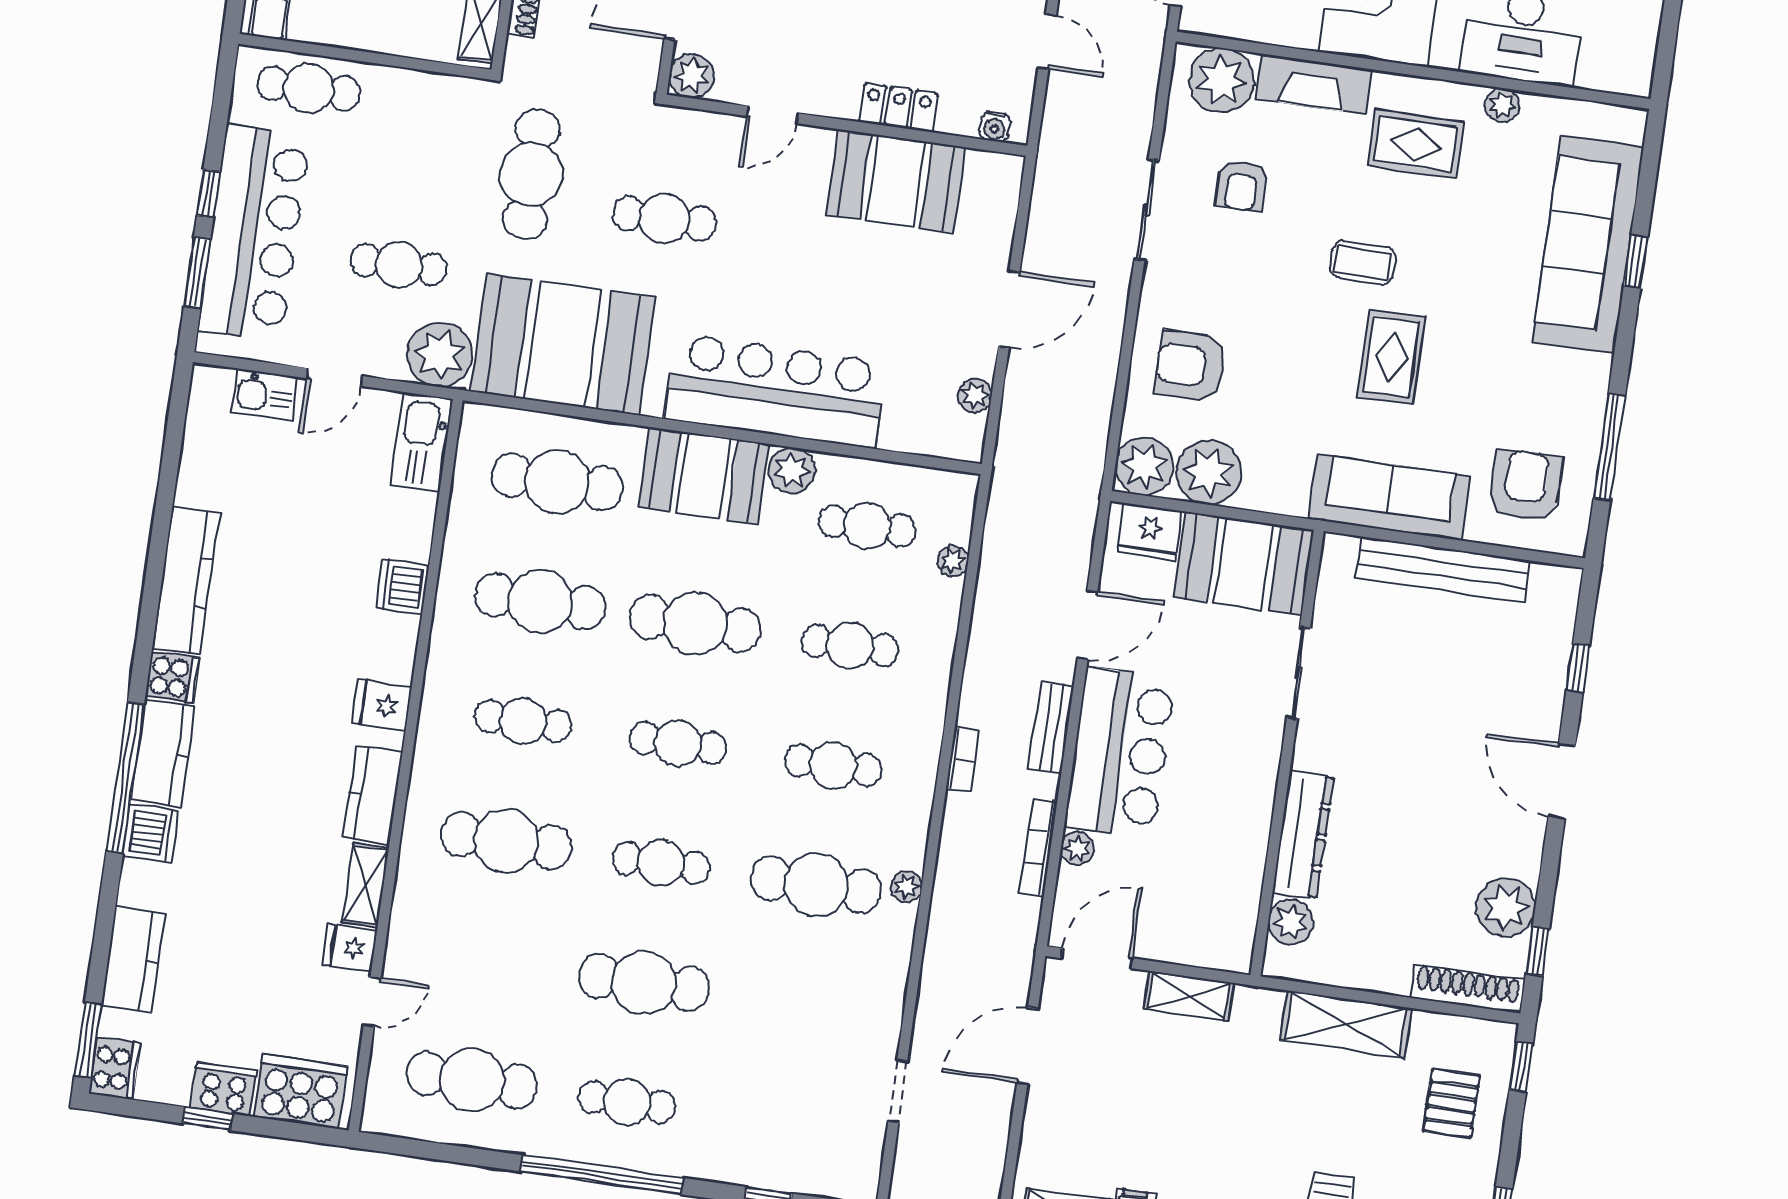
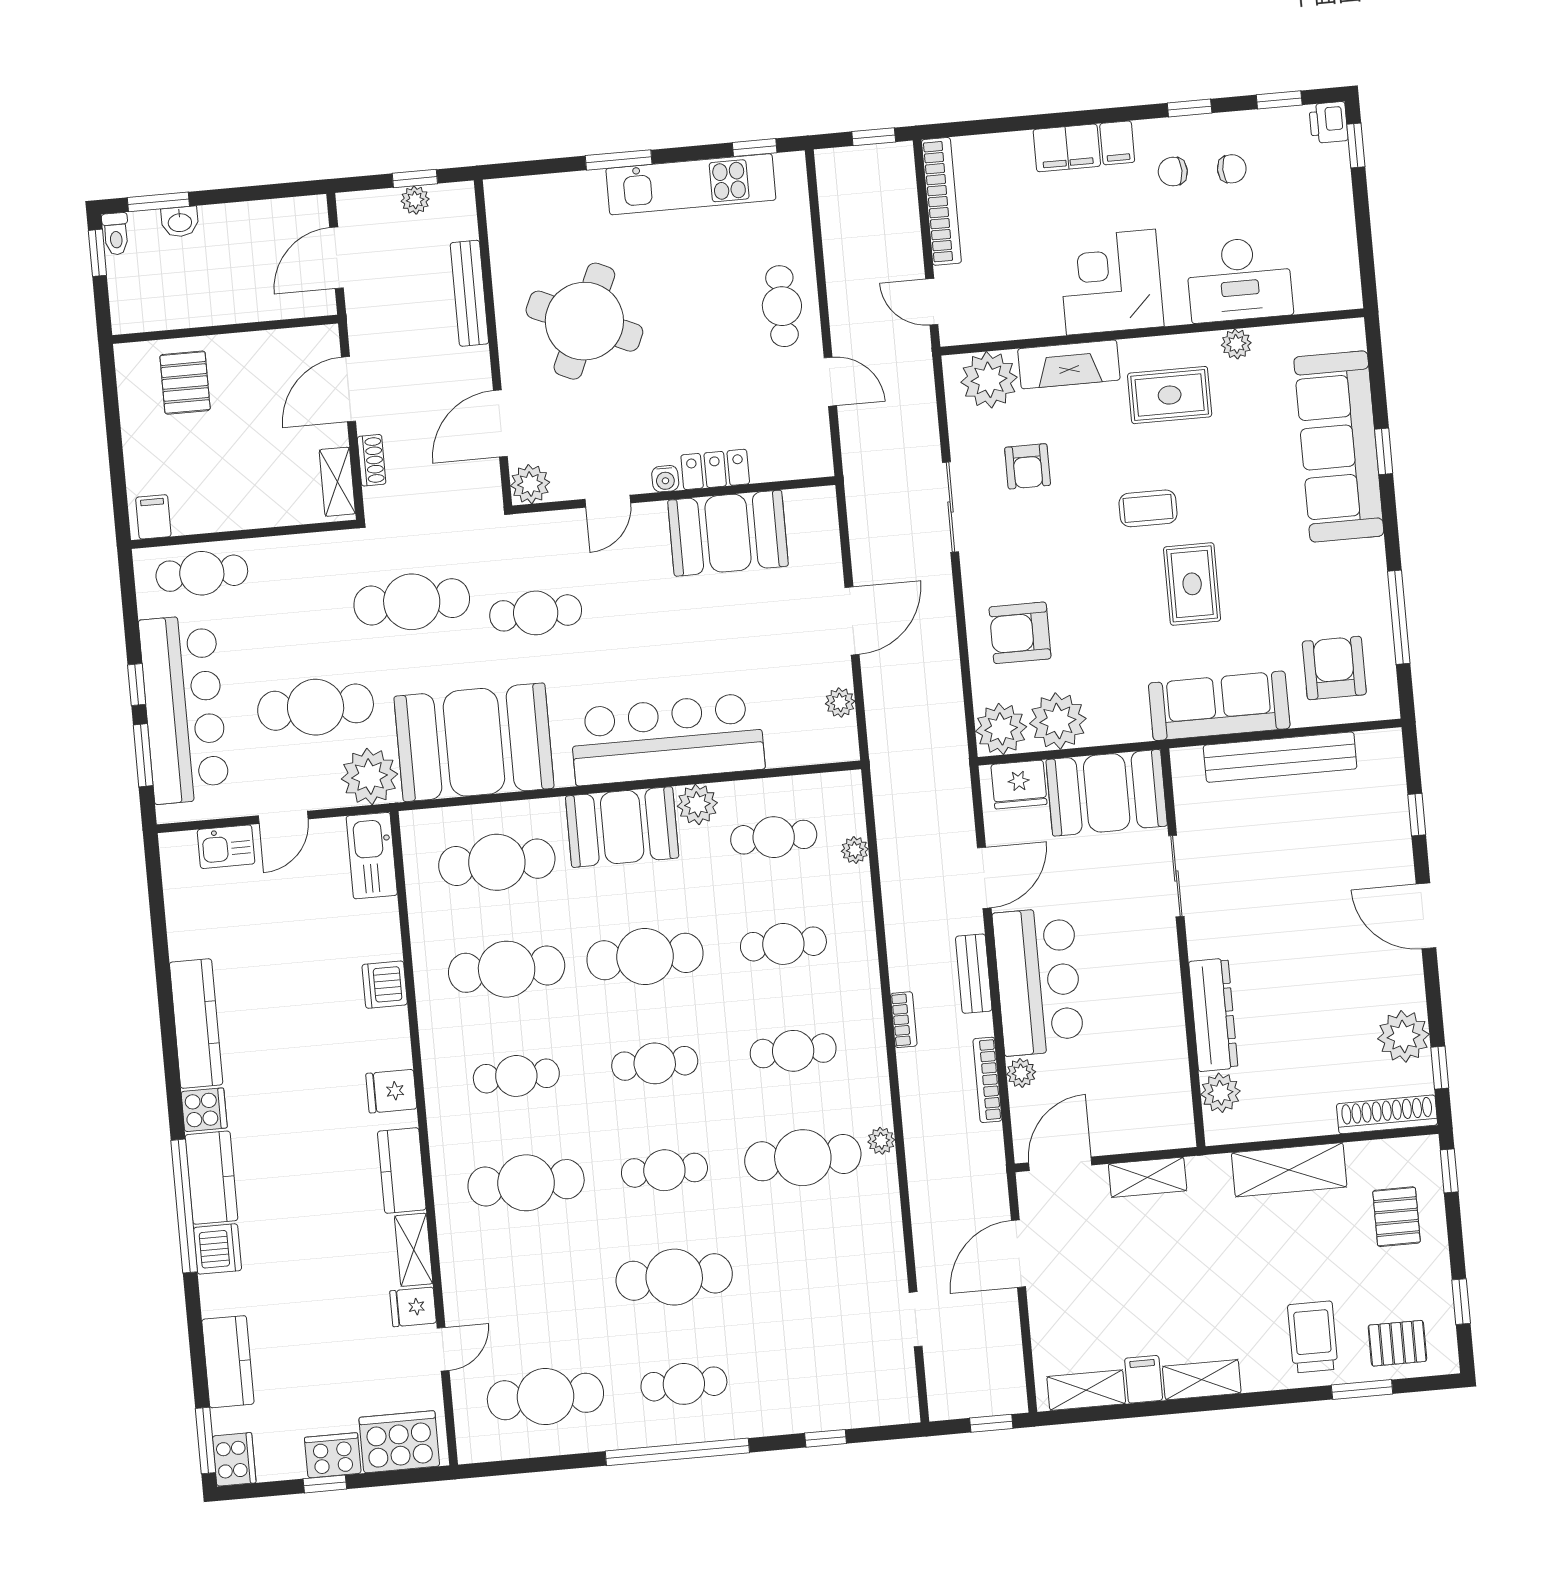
water cooler: (995, 127) -> (665, 479), moved
cafe table: (531, 174) -> (412, 602), turned 90
cafe table: (399, 265) -> (316, 707), width x1.37, depth x1.35

